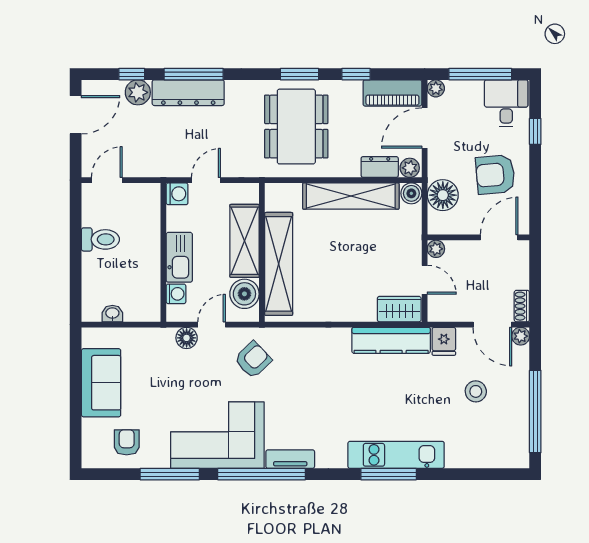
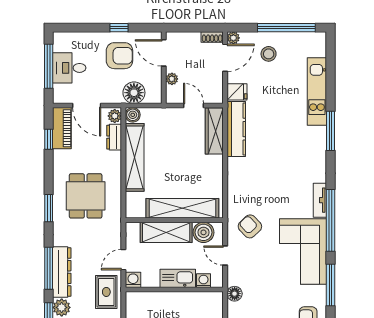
window: (299, 74) -> (49, 208), moved
window: (356, 74) -> (49, 139), moved
plant: (436, 88) -> (59, 98), removed
desk: (506, 103) -> (69, 68), moved
dining table: (296, 127) -> (86, 196), width x0.73
window: (535, 131) -> (119, 28), moved
rug: (160, 156) -> (106, 292), added
armchair: (495, 175) -> (119, 56), turned -85
door: (206, 180) -> (123, 260), hinge flipped
plant: (436, 249) -> (172, 79), moved
door: (425, 280) -> (194, 106), hinge flipped
wardrobe: (399, 309) -> (214, 131), width x1.50
floor lamp: (187, 338) -> (235, 294), moved
stool: (476, 391) -> (269, 54), moved
kitchen unit: (396, 455) -> (317, 92), moved

